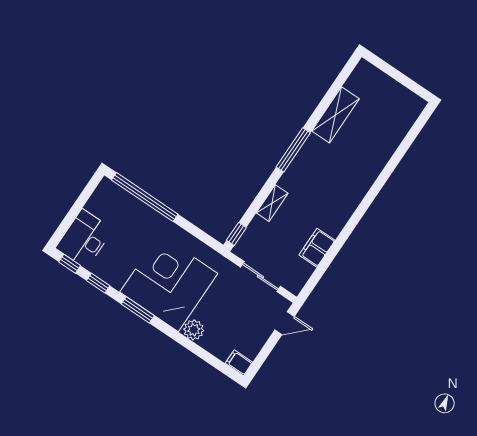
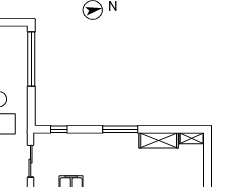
shelving: (272, 203) -> (192, 138), moved
window: (236, 234) -> (59, 129), moved

